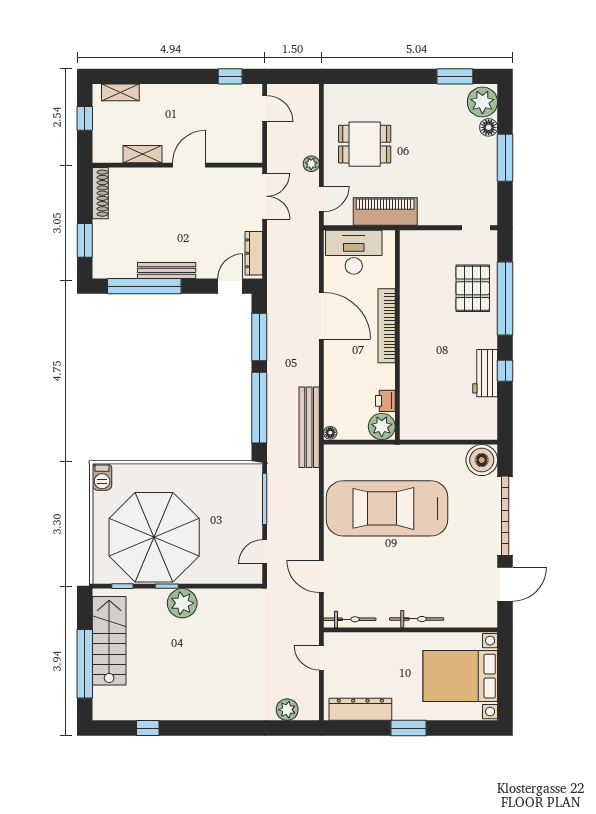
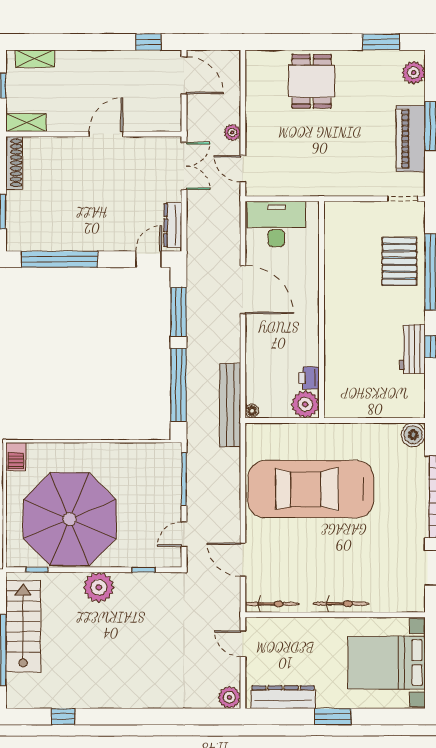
plant: (482, 102) -> (414, 73), width x0.73, depth x0.73
door: (265, 109) -> (184, 75), width x1.37
floor lamp: (489, 127) -> (416, 95), removed
dining table: (365, 144) -> (312, 81), moved, turned 90
shelving: (142, 154) -> (26, 123), moved
door: (321, 199) -> (243, 169), swing flipped
piano: (385, 212) -> (411, 139), moved, turned -90
bench: (167, 270) -> (83, 243), removed
bookcase: (387, 326) -> (310, 300), removed
boiler: (482, 460) -> (413, 435), width x0.73, depth x0.73
window: (167, 586) -> (143, 570), moved
plant: (287, 710) -> (229, 697), moved

